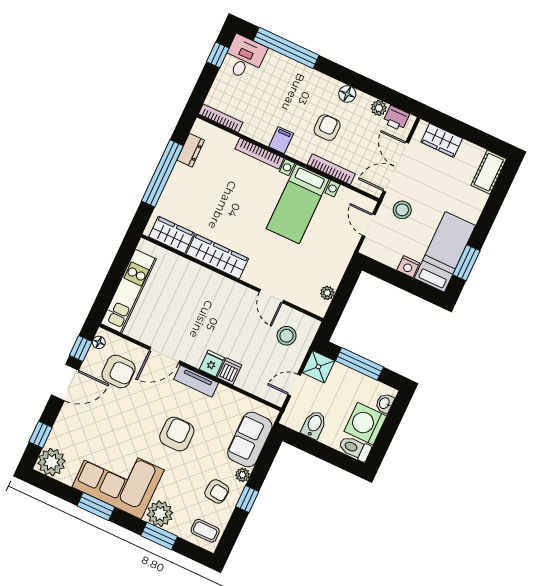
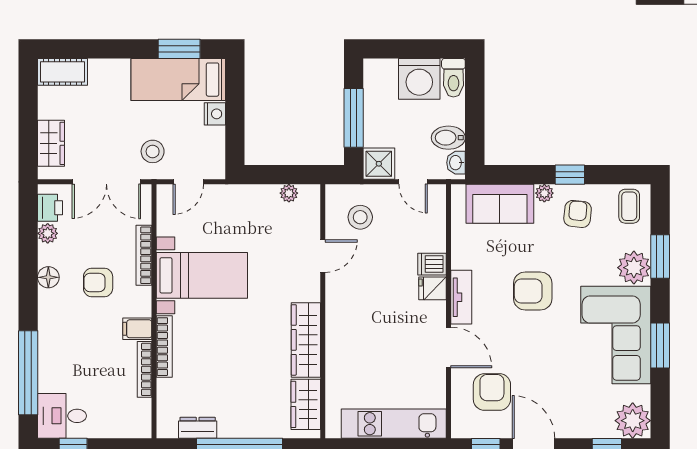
bookcase: (221, 118) -> (144, 369), moved
floor lamp: (99, 342) -> (469, 430), removed
washbasin: (385, 403) -> (456, 163), moved, turned 90

